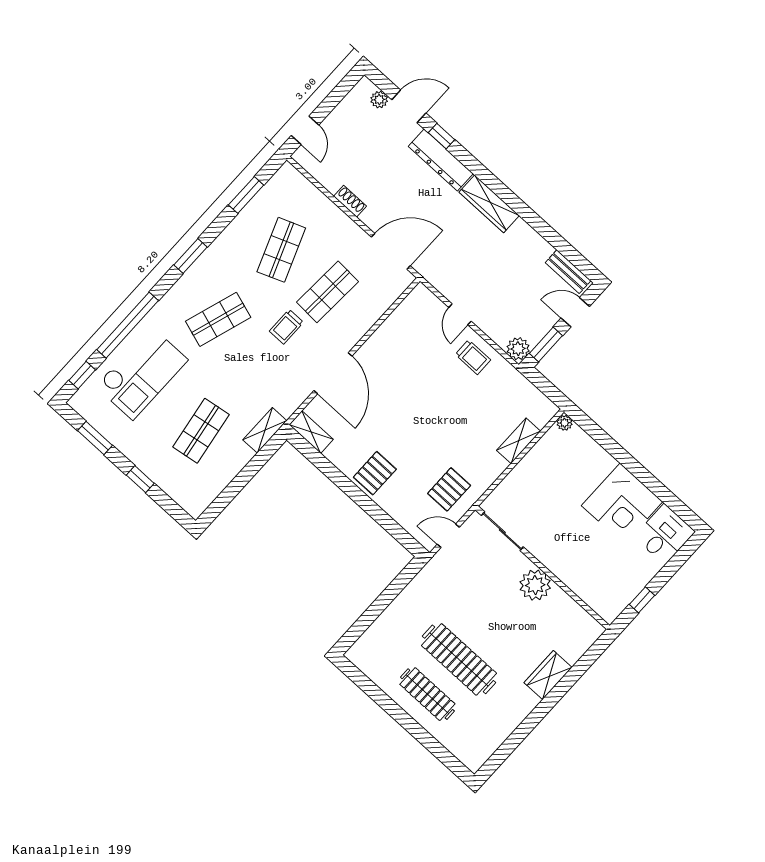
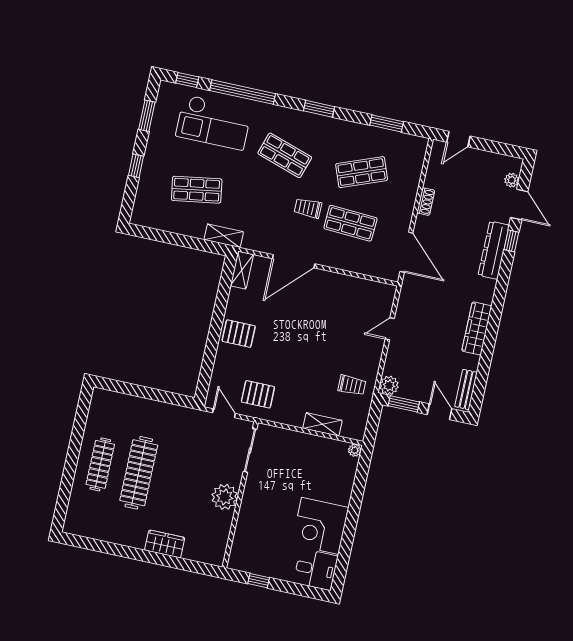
wardrobe: (489, 204) -> (477, 328), moved
trolley: (473, 357) -> (352, 385), moved, turned -90

